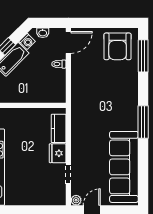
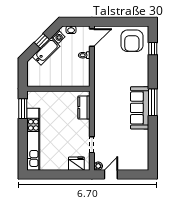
window: (143, 56) -> (153, 49), width x0.46
fridge: (58, 153) -> (76, 164), moved, turned 90
sofa: (124, 167) -> (140, 108), moved, width x0.74, depth x0.79

